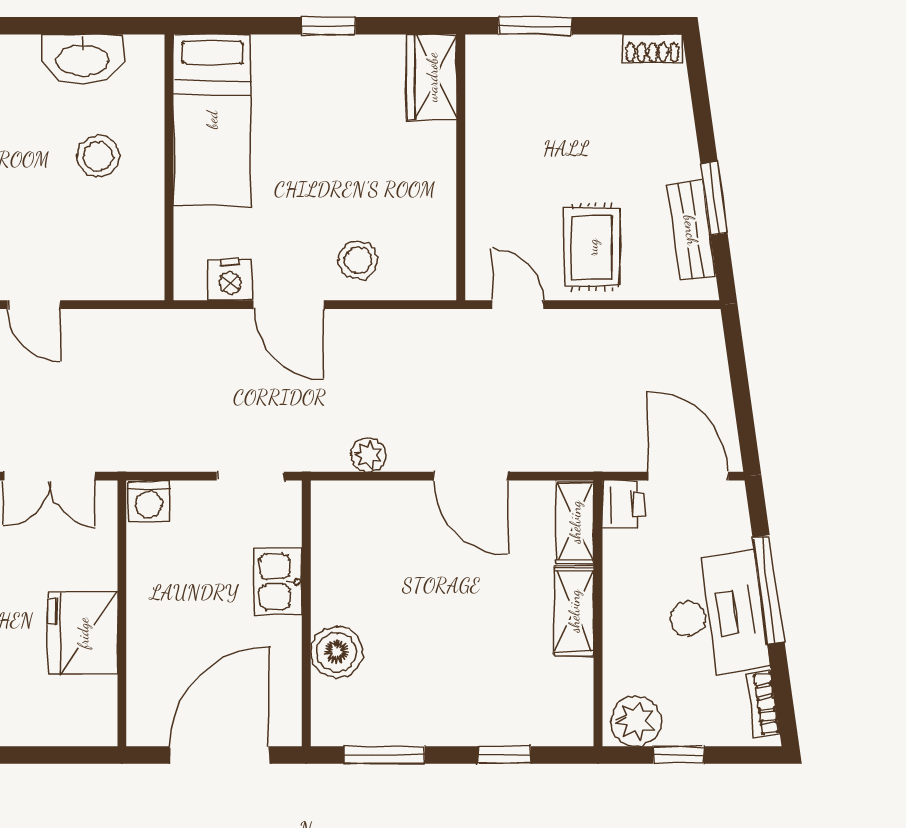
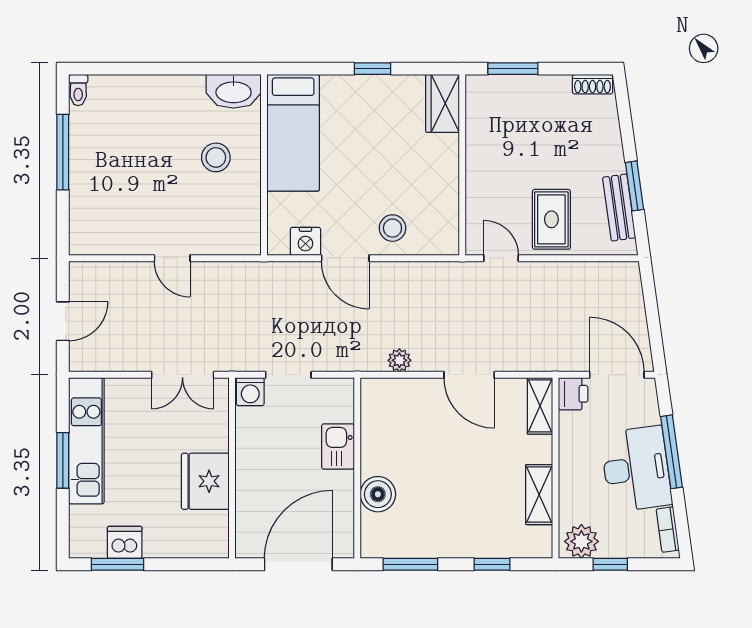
washbasin: (83, 59) -> (234, 91), moved
doorway: (250, 476) -> (288, 375), moved
shelving: (574, 611) -> (539, 495), moved

